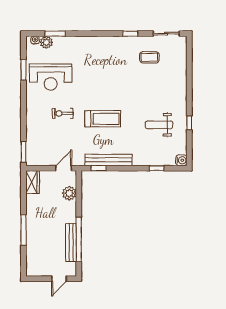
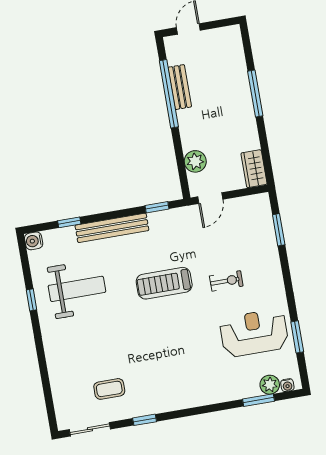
weight bench: (159, 125) -> (77, 289), width x1.36, depth x1.33
window: (23, 152) -> (279, 230), moved
bench: (108, 160) -> (112, 228), moved
bench: (71, 242) -> (180, 87), width x0.73

